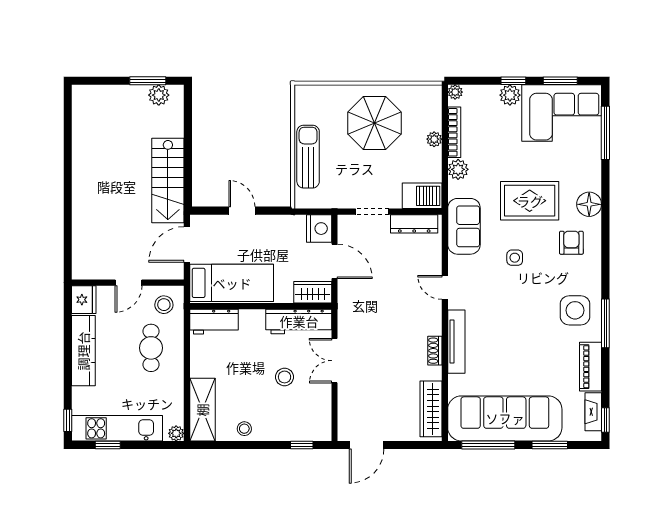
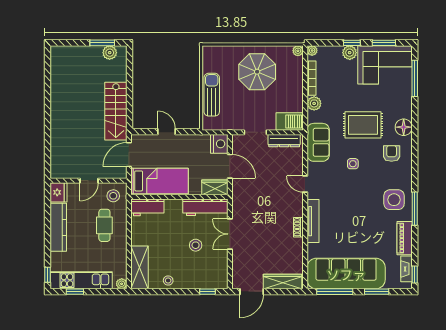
plant: (434, 139) -> (298, 51), moved
wardrobe: (431, 409) -> (283, 282), moved, turned 90

